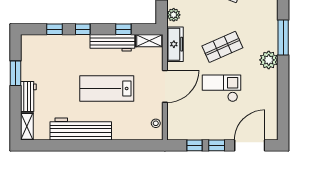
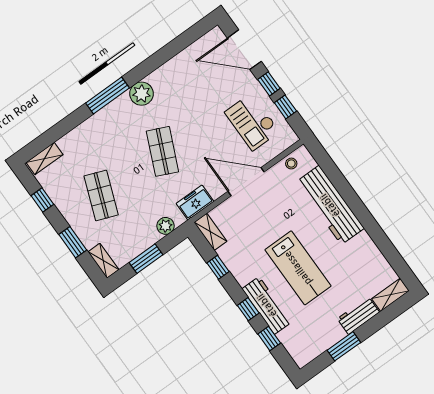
workbench: (112, 43) -> (267, 305), moved
freezer: (175, 44) -> (195, 202), width x0.71
shop shelf: (222, 47) -> (162, 151), turned 48
checkout: (222, 88) -> (252, 122), moved
lab bench: (107, 89) -> (298, 268), moved
workbench: (81, 129) -> (330, 205), moved

